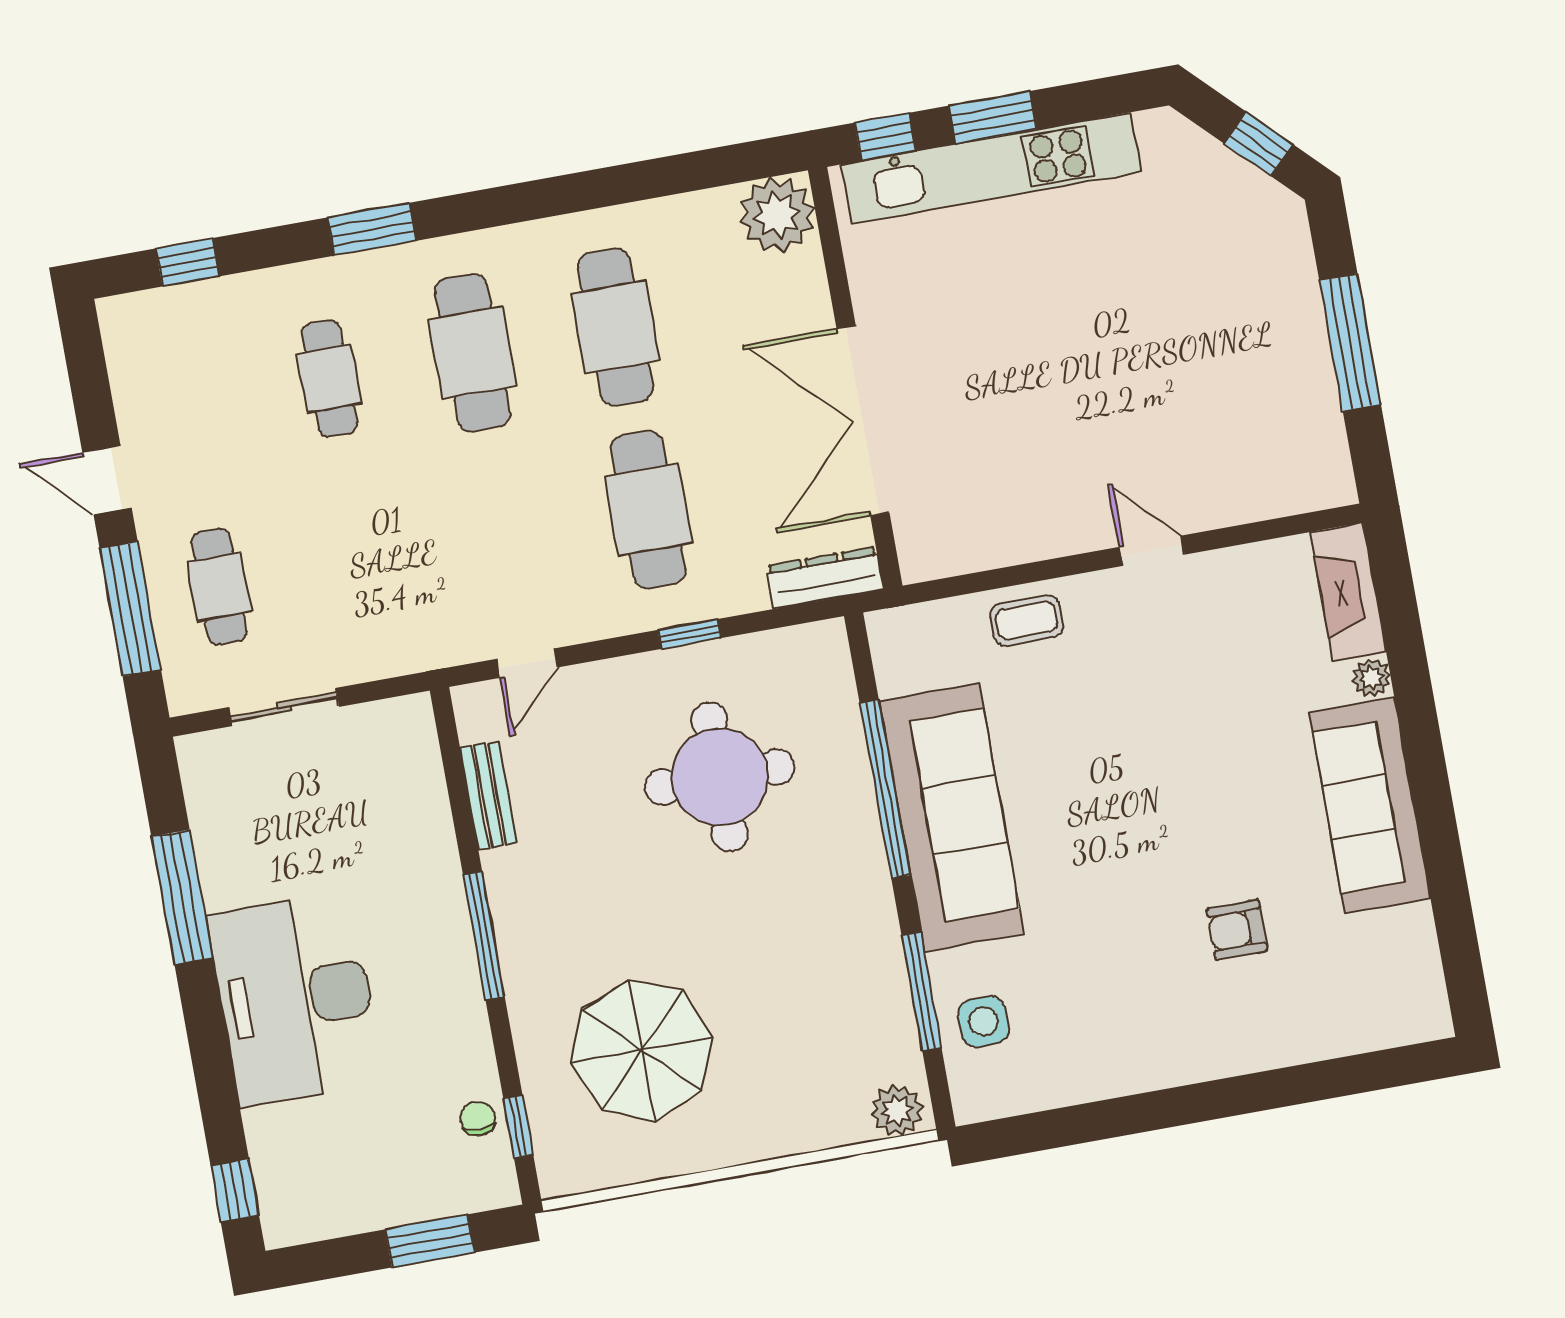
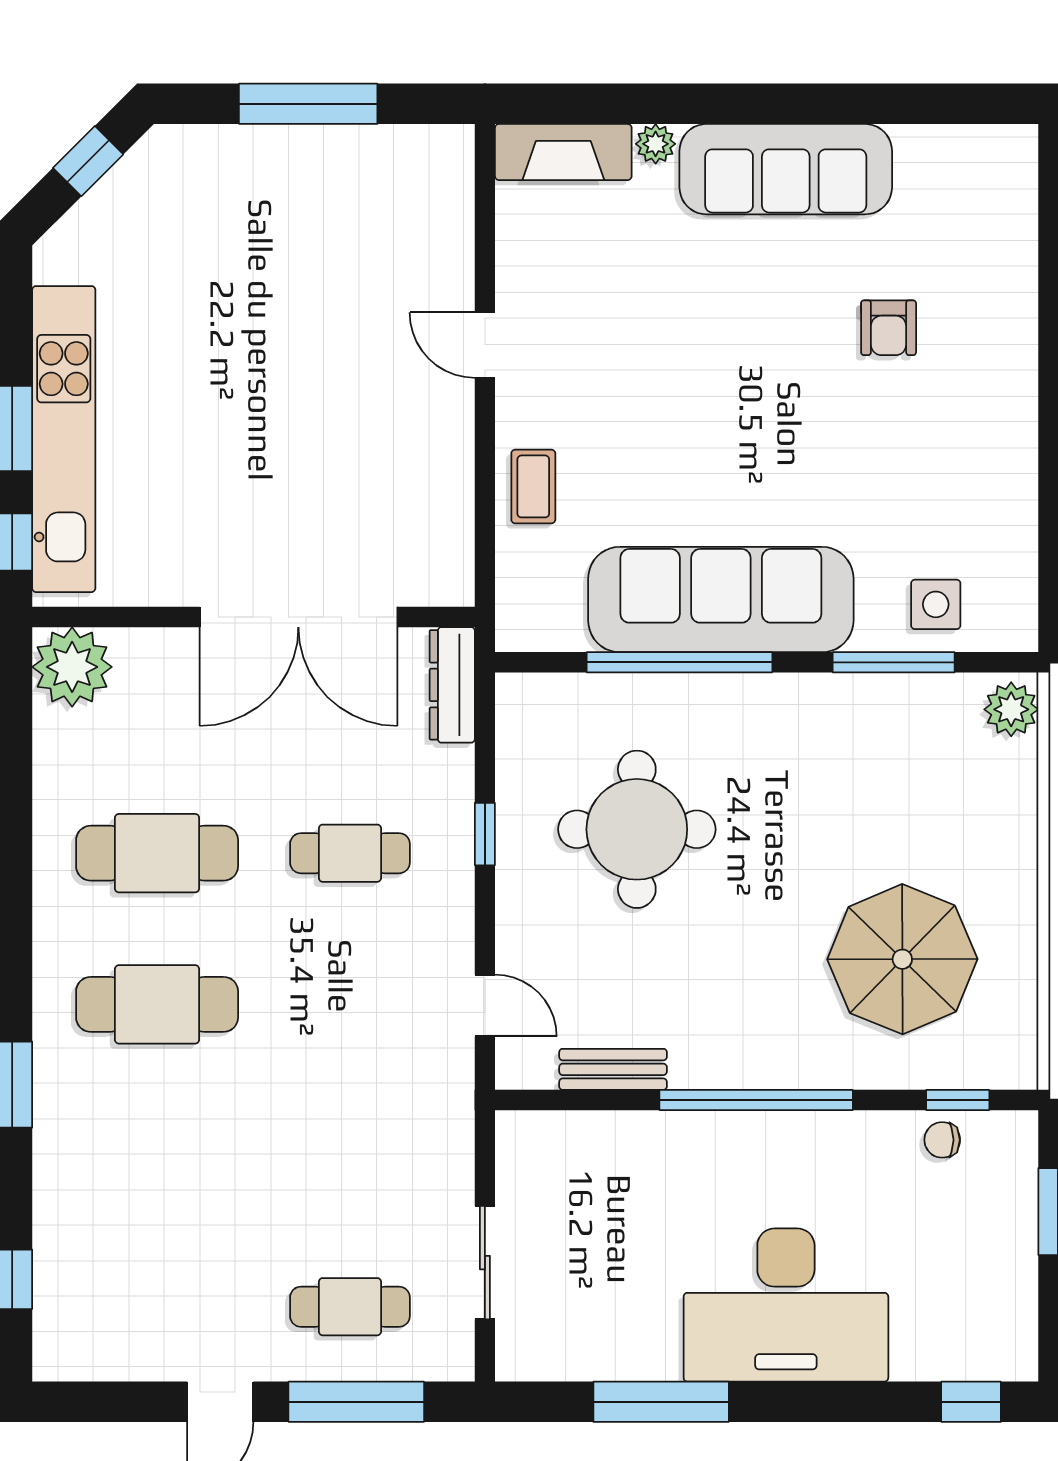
cafe table: (329, 378) -> (157, 1156), removed
cafe table: (648, 510) -> (350, 853), width x0.73, depth x0.74
door: (1152, 551) -> (485, 345), hinge flipped
window: (484, 936) -> (756, 1100), width x1.46

